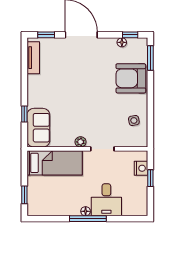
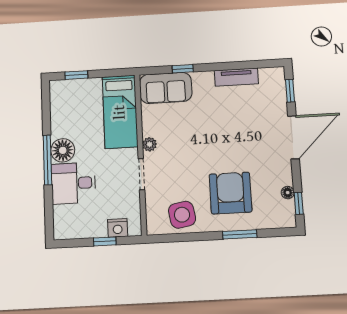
tv unit: (33, 58) -> (236, 77), moved
window: (150, 58) -> (240, 234), moved
armchair: (131, 78) -> (230, 193), moved
side table: (134, 120) -> (182, 215), width x1.87, depth x1.87
floor lamp: (86, 211) -> (63, 150), width x1.89, depth x1.89

